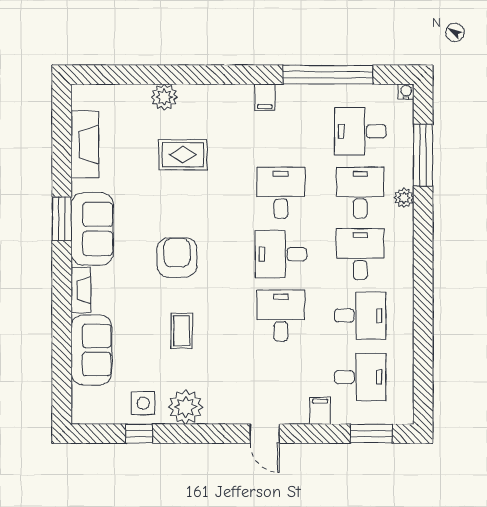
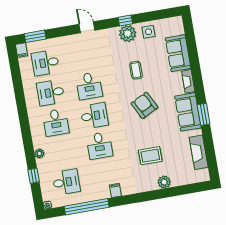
window: (423, 155) -> (34, 176), width x0.46
desk: (360, 193) -> (61, 152), removed
armchair: (177, 257) -> (144, 105), turned 153
filing cabinet: (320, 411) -> (21, 50), moved
window: (139, 434) -> (125, 21), moved

